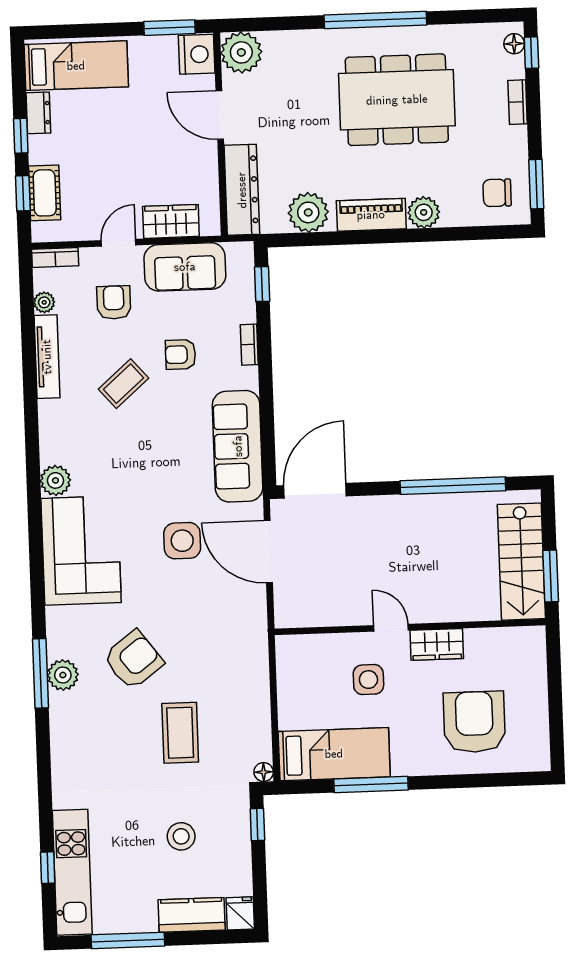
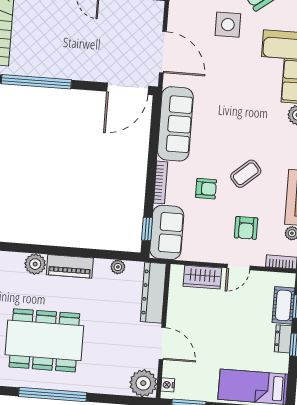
nightstand: (197, 54) -> (168, 385), width x0.53, depth x0.56
dresser: (38, 113) -> (283, 339), moved
plant: (308, 212) -> (118, 267), width x0.53, depth x0.53
sofa: (185, 267) -> (167, 232), moved, turned 90
bookcase: (249, 345) -> (161, 182), width x1.56
side table: (182, 541) -> (228, 25), moved

